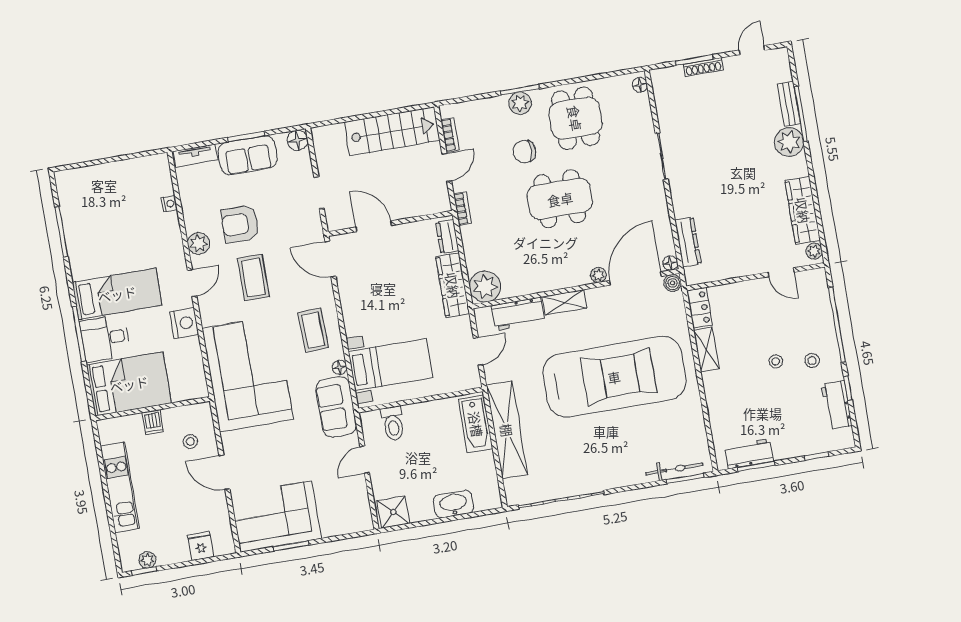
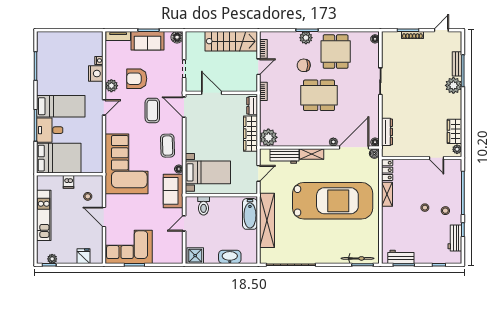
wardrobe: (803, 210) -> (455, 131), width x0.67
coffee table: (253, 277) -> (152, 110), moved
nightstand: (184, 323) -> (96, 74), moved

